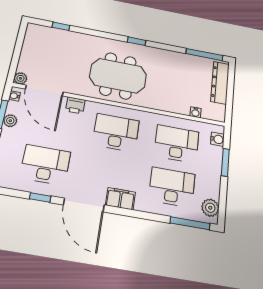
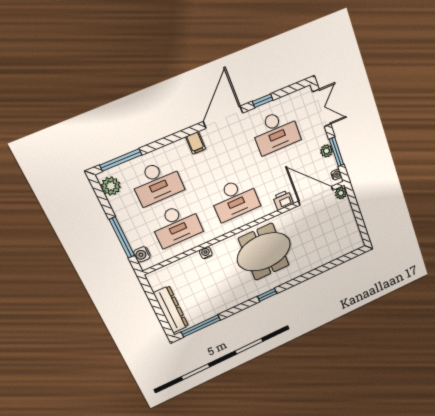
window: (61, 26) -> (337, 262), removed
water cooler: (195, 112) -> (206, 253), moved
window: (225, 162) -> (122, 238), width x1.44
filing cabinet: (120, 199) -> (196, 143), width x0.50
door: (84, 205) -> (223, 117), hinge flipped

